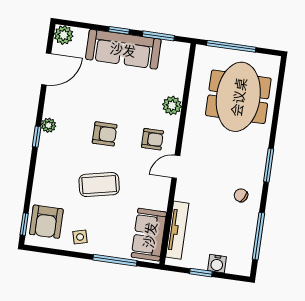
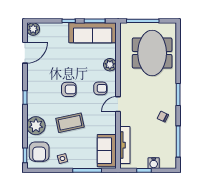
sofa: (123, 49) -> (93, 33), moved
plant: (48, 125) -> (36, 126), moved, width x1.88, depth x1.88

